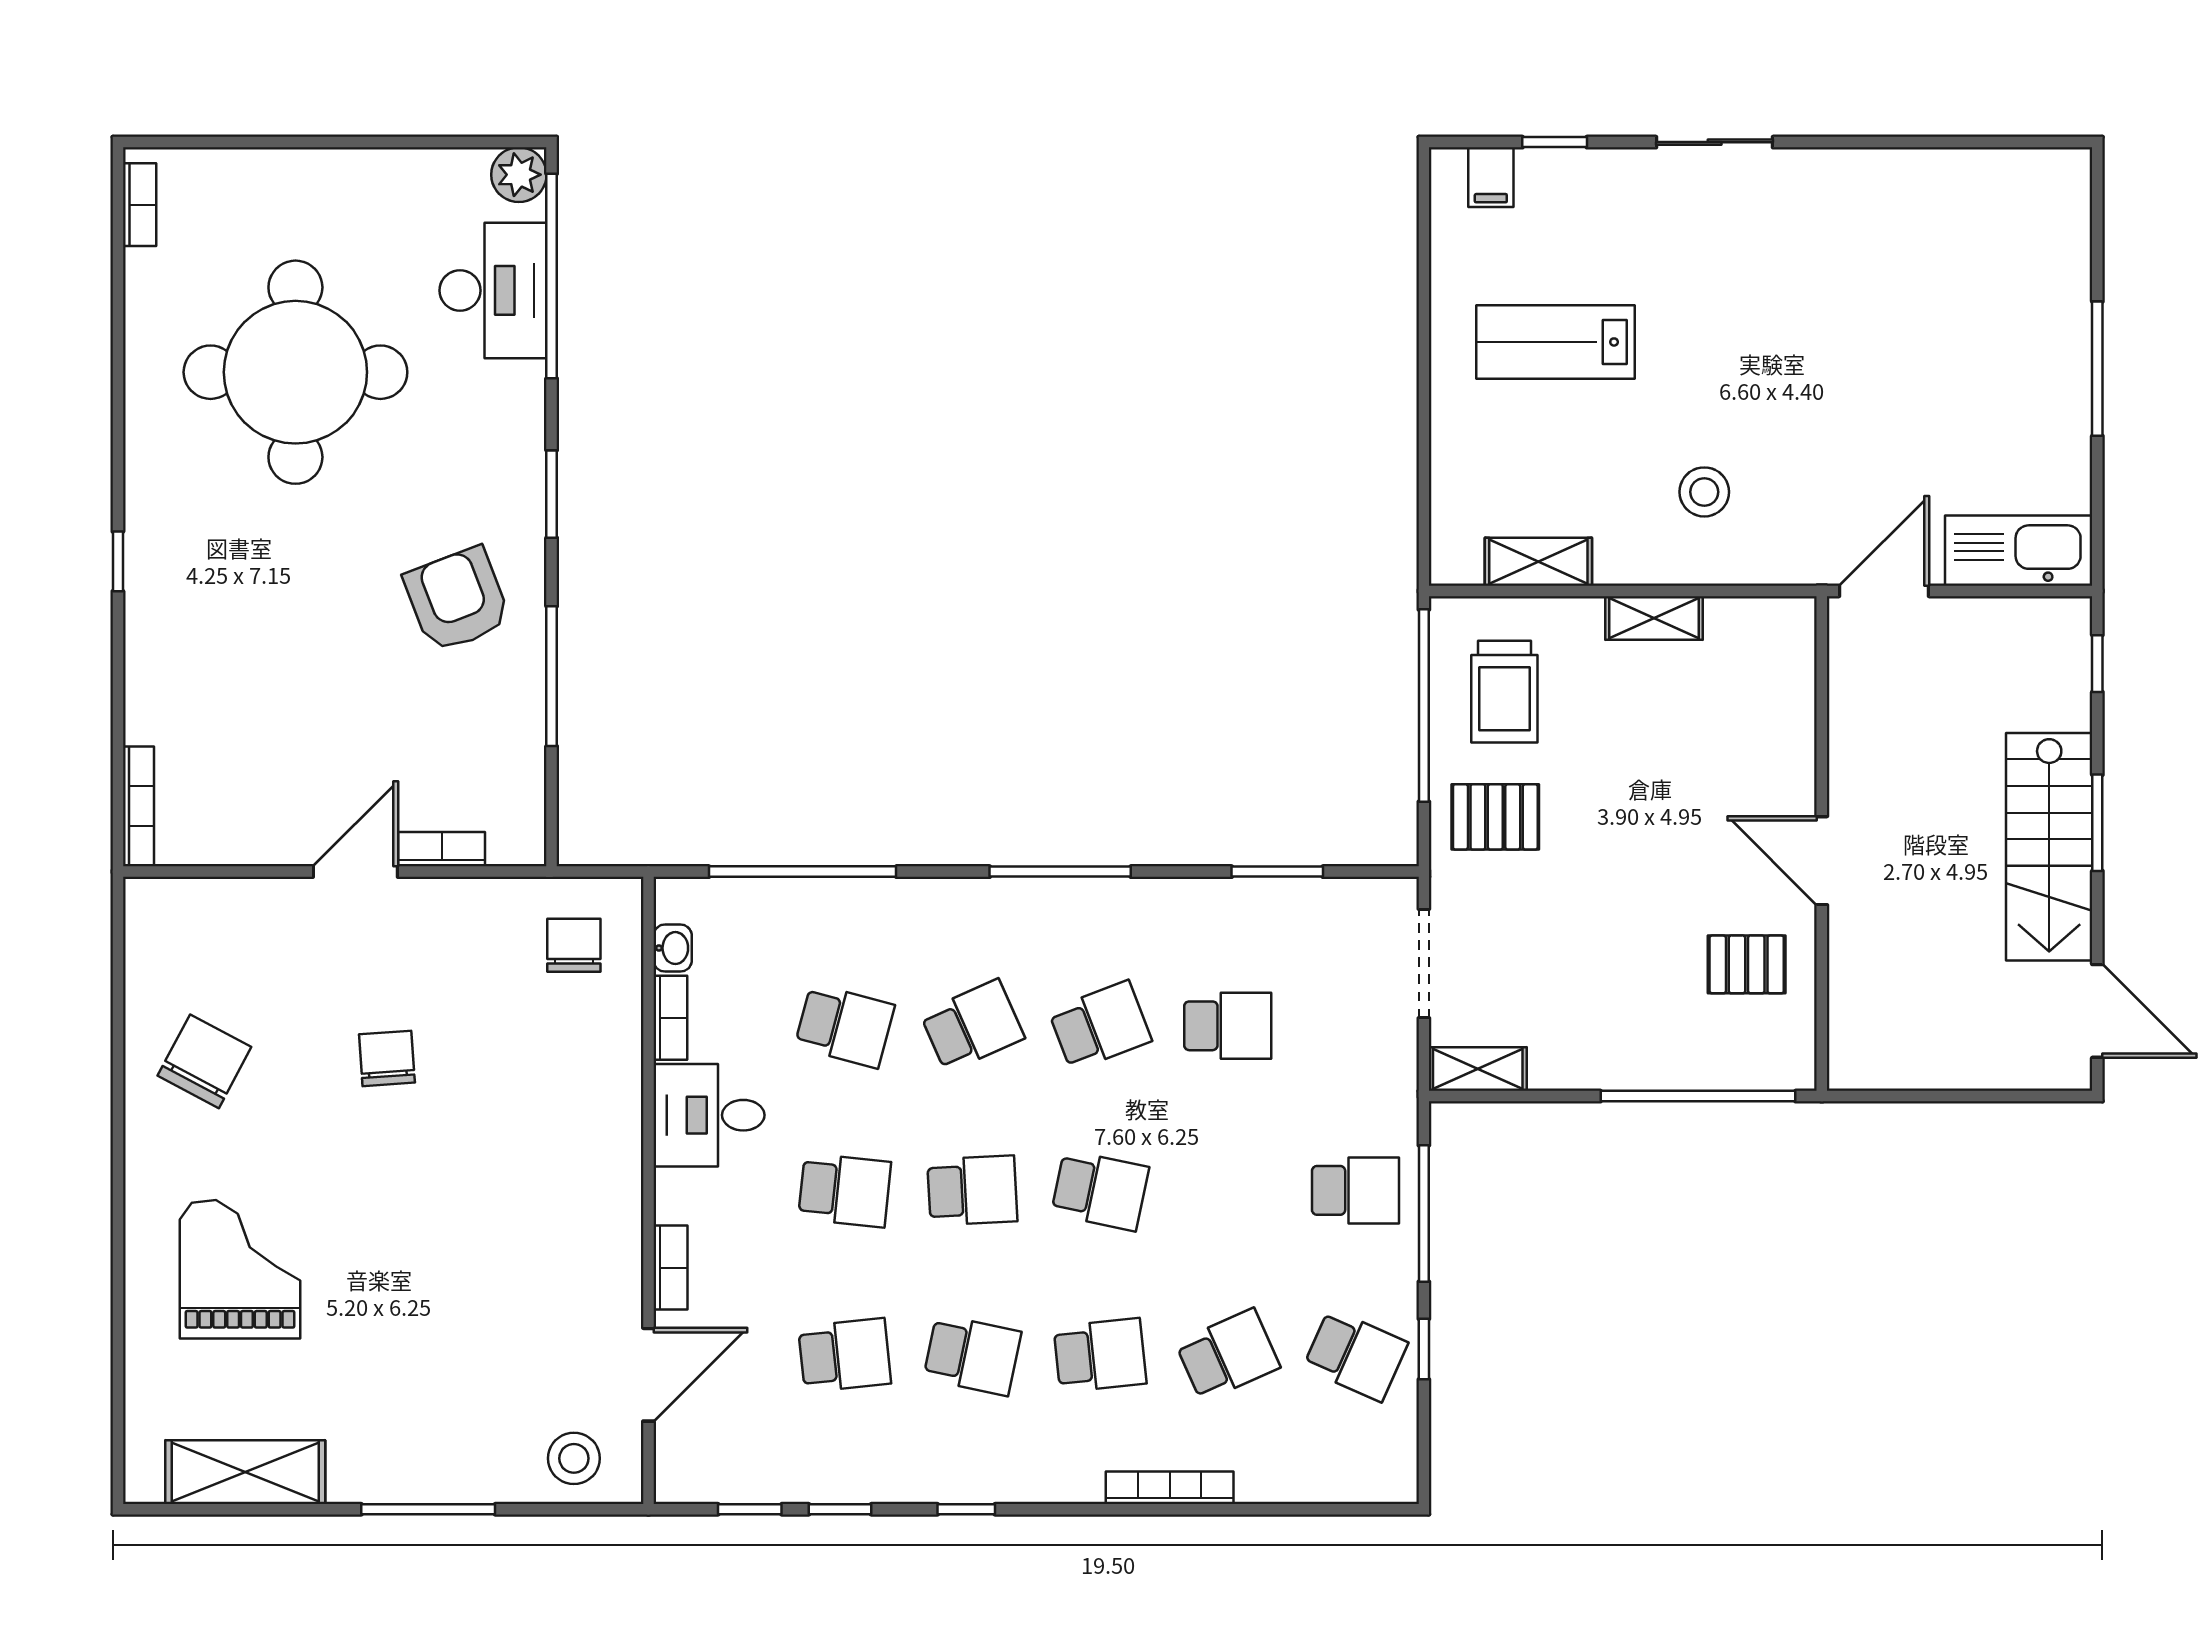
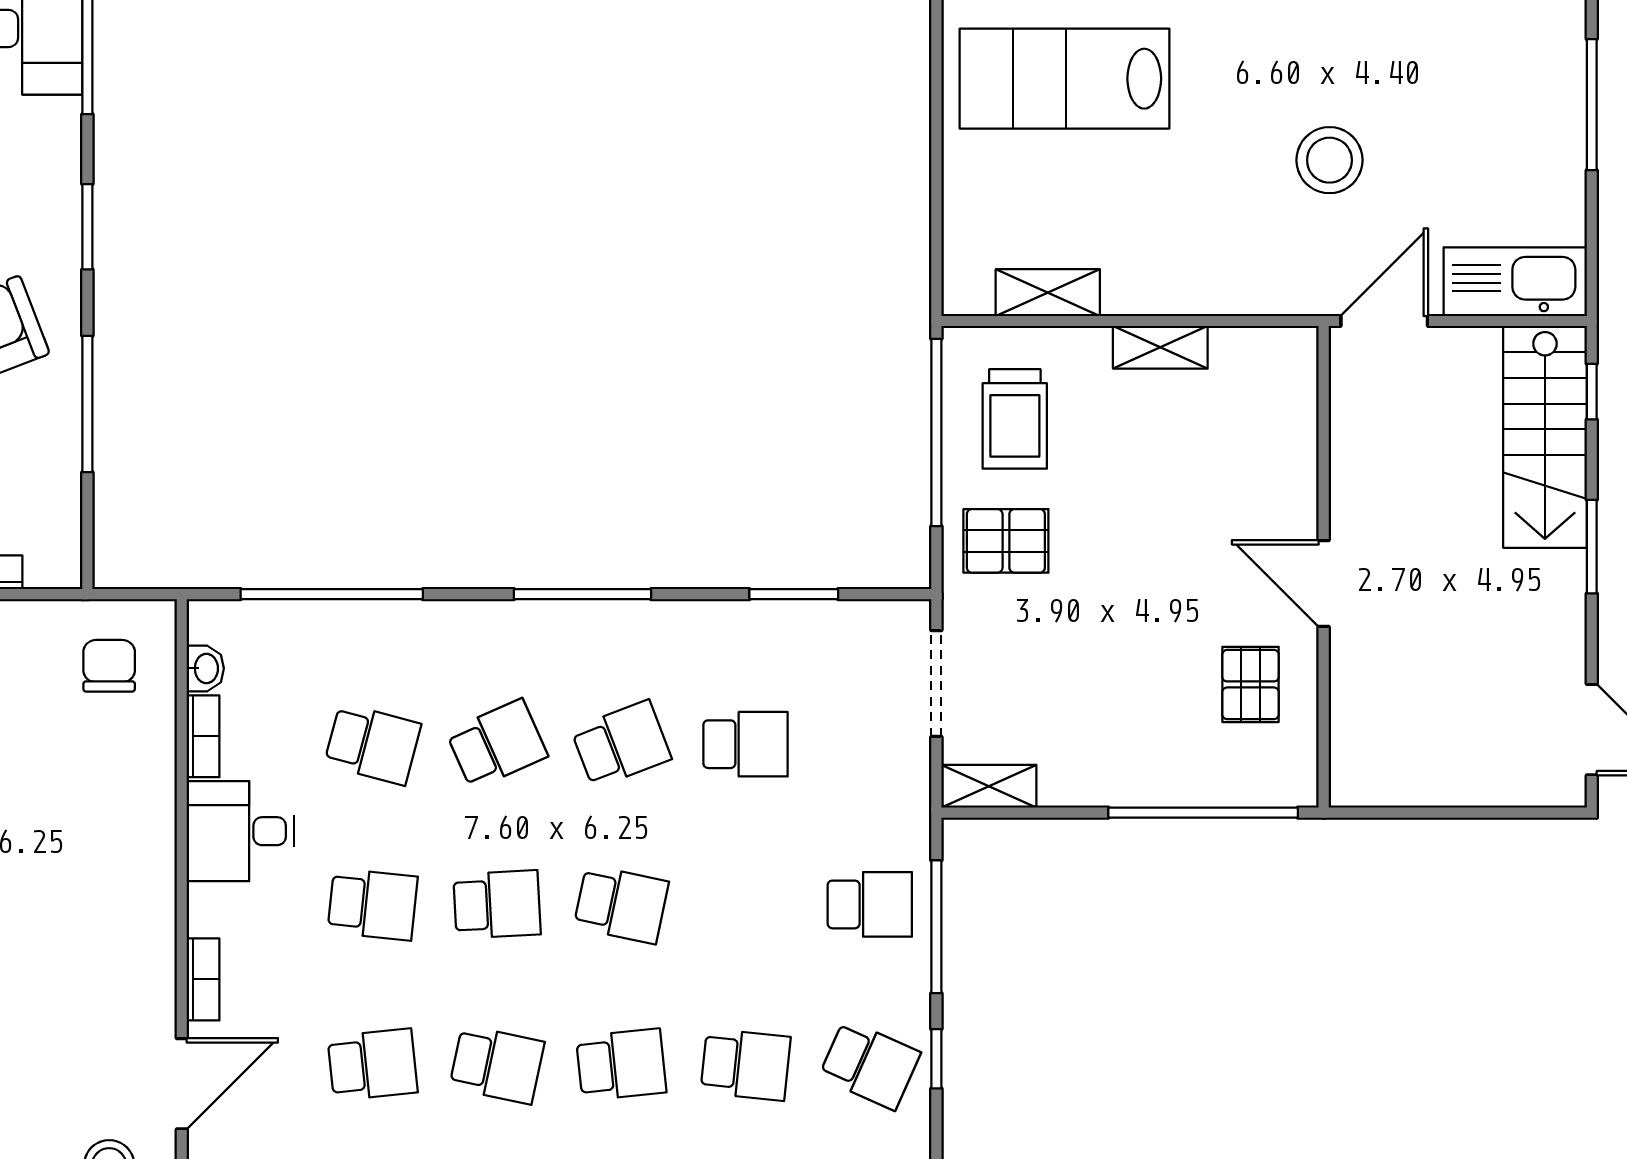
lab bench: (1556, 342) -> (1065, 79), width x1.36, depth x1.39
stool: (1704, 492) -> (1329, 160), moved, width x1.38, depth x1.38
stairs: (2049, 847) -> (1545, 437), moved
pallet: (1747, 964) -> (1251, 684), turned 90
school desk: (1228, 1355) -> (745, 1065), turned 30

